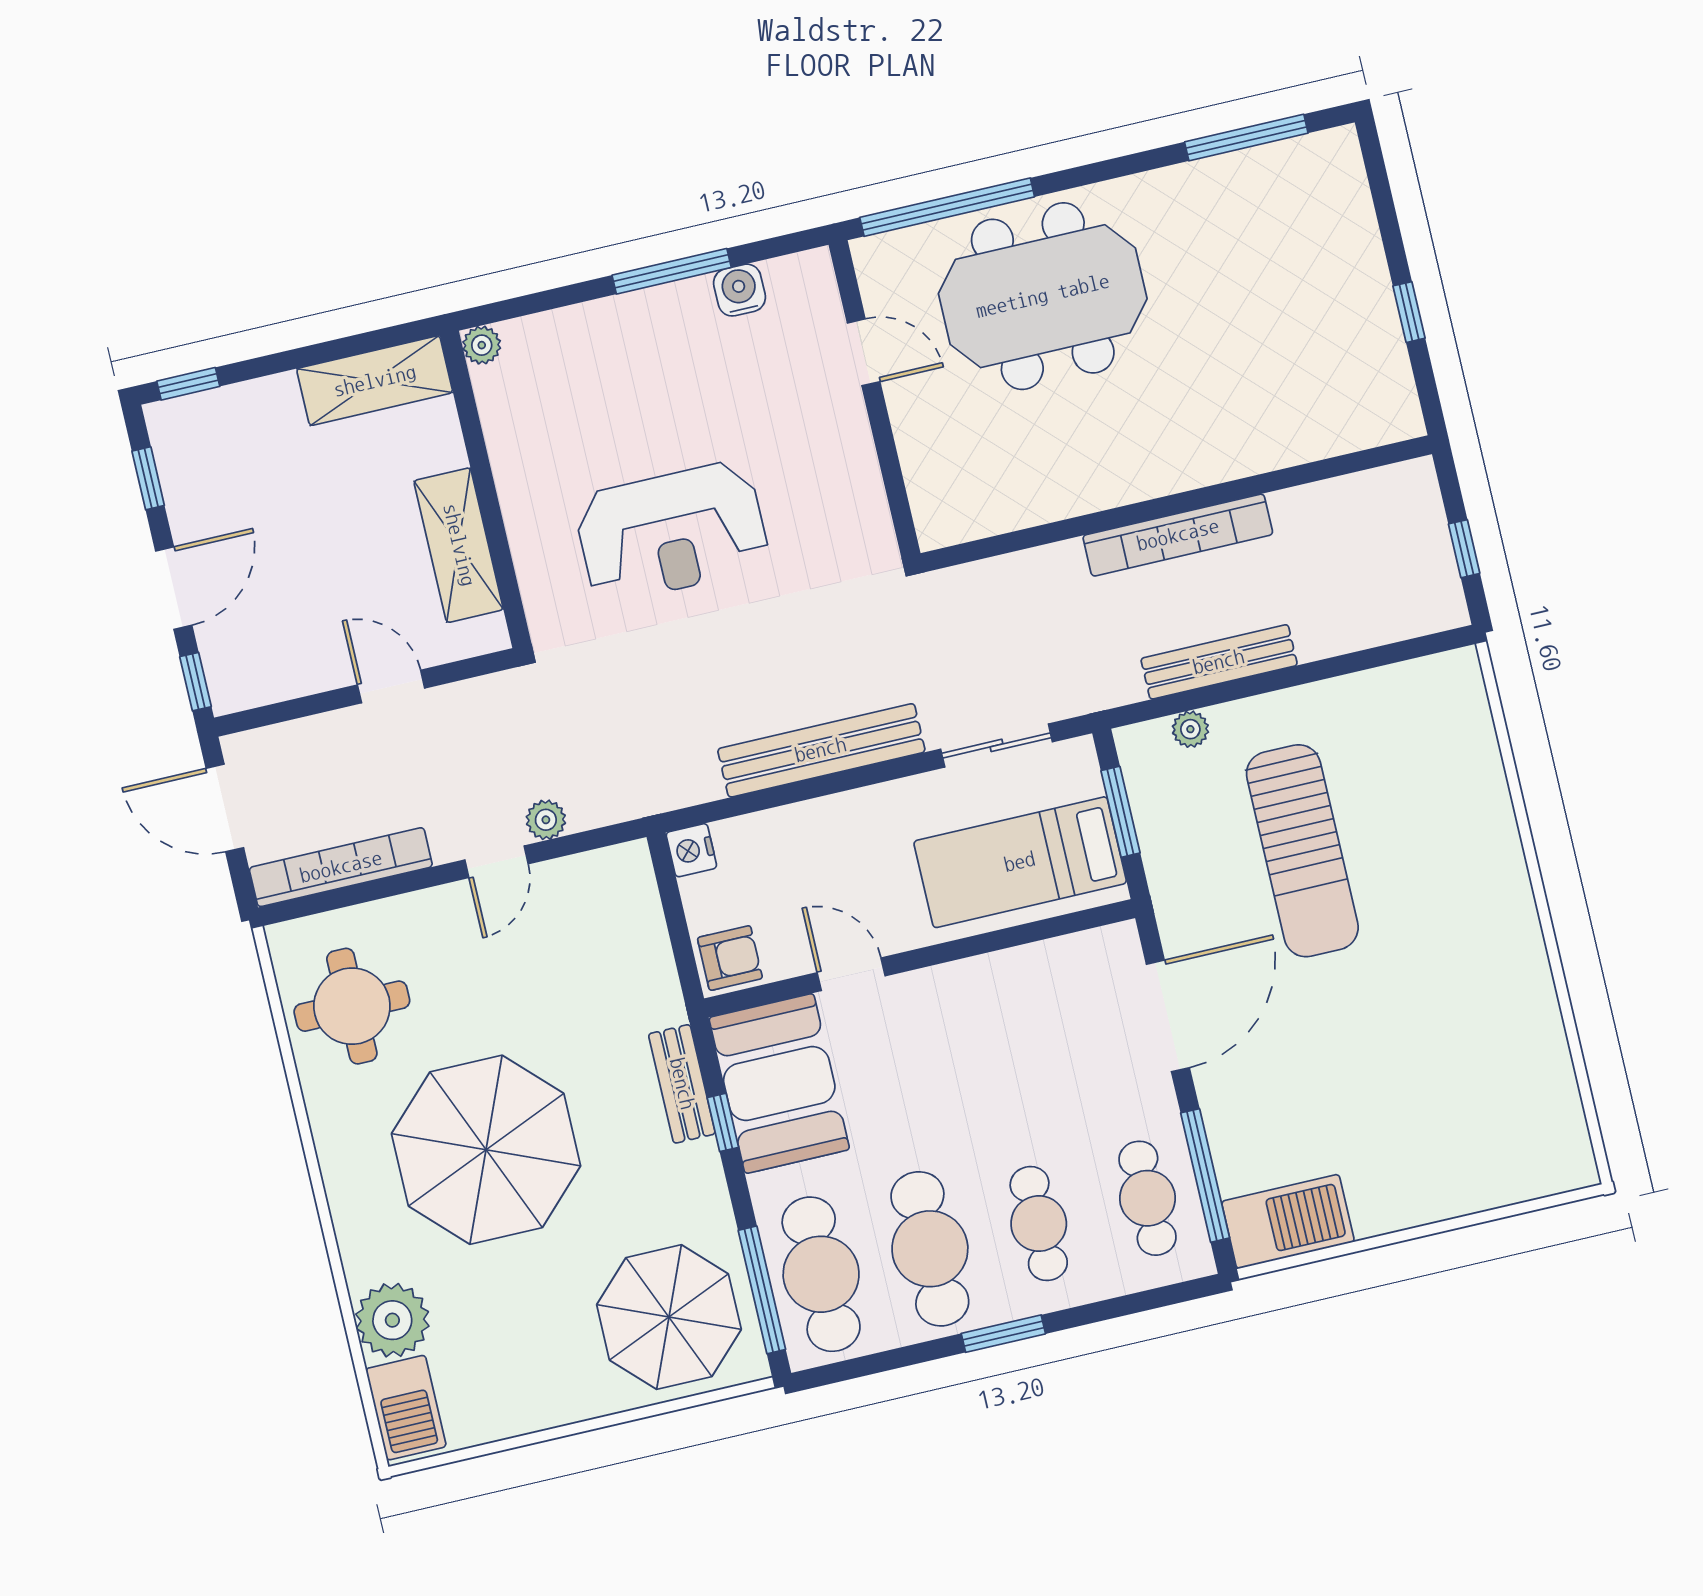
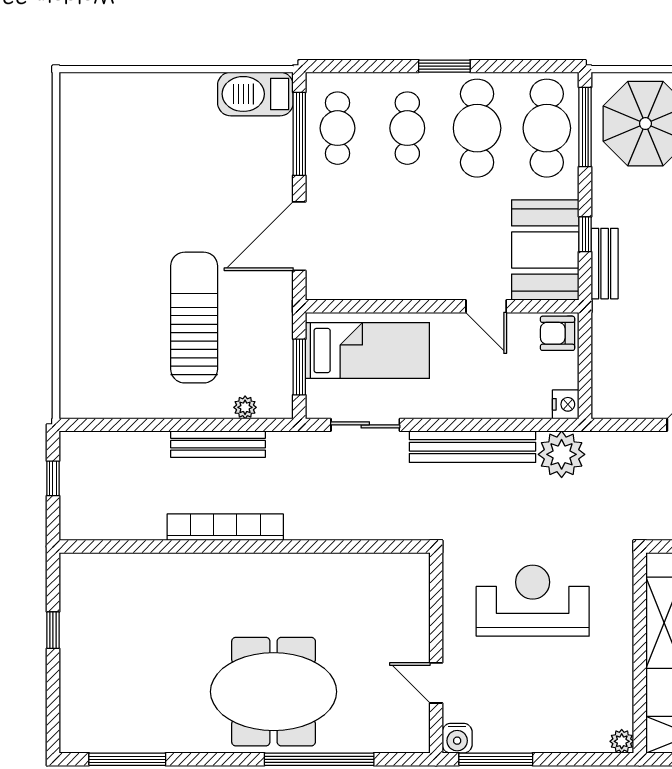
door: (864, 352) -> (436, 683), moved
wall: (874, 399) -> (436, 653), moved
plant: (546, 820) -> (562, 454), moved, width x1.87, depth x1.87

